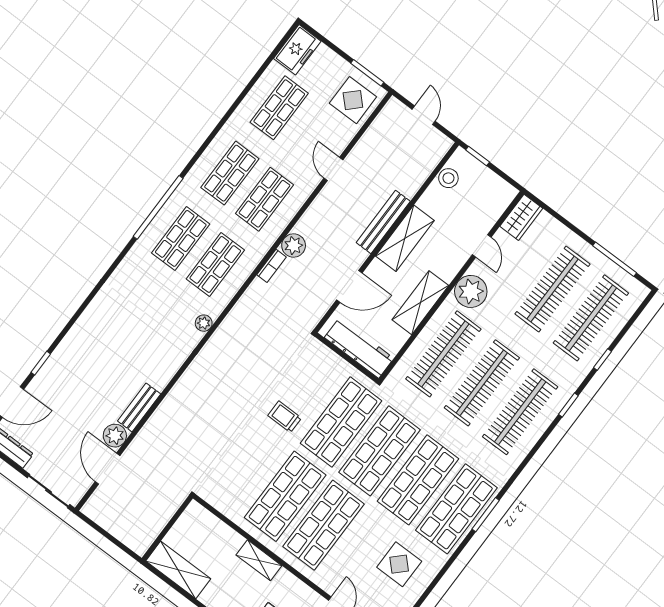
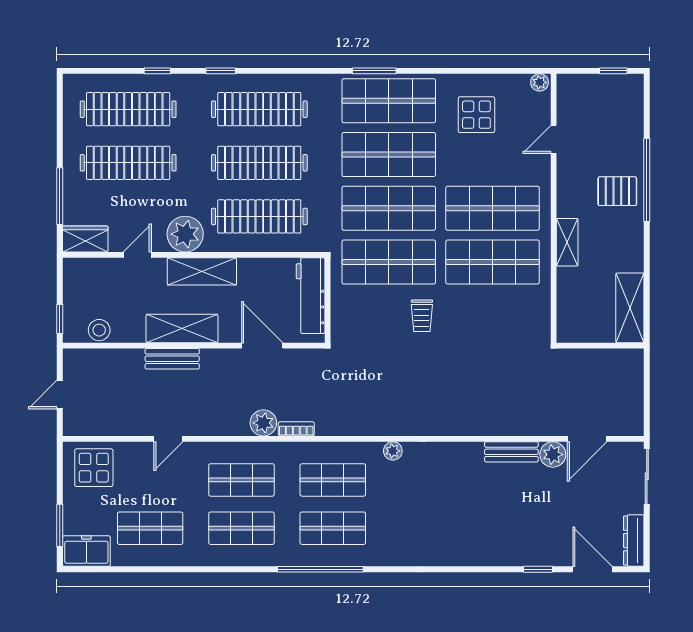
window: (367, 73) -> (60, 525), moved
bench: (383, 222) -> (172, 359), width x0.73
window: (615, 259) -> (60, 196), moved
shelving: (420, 303) -> (202, 271), moved

